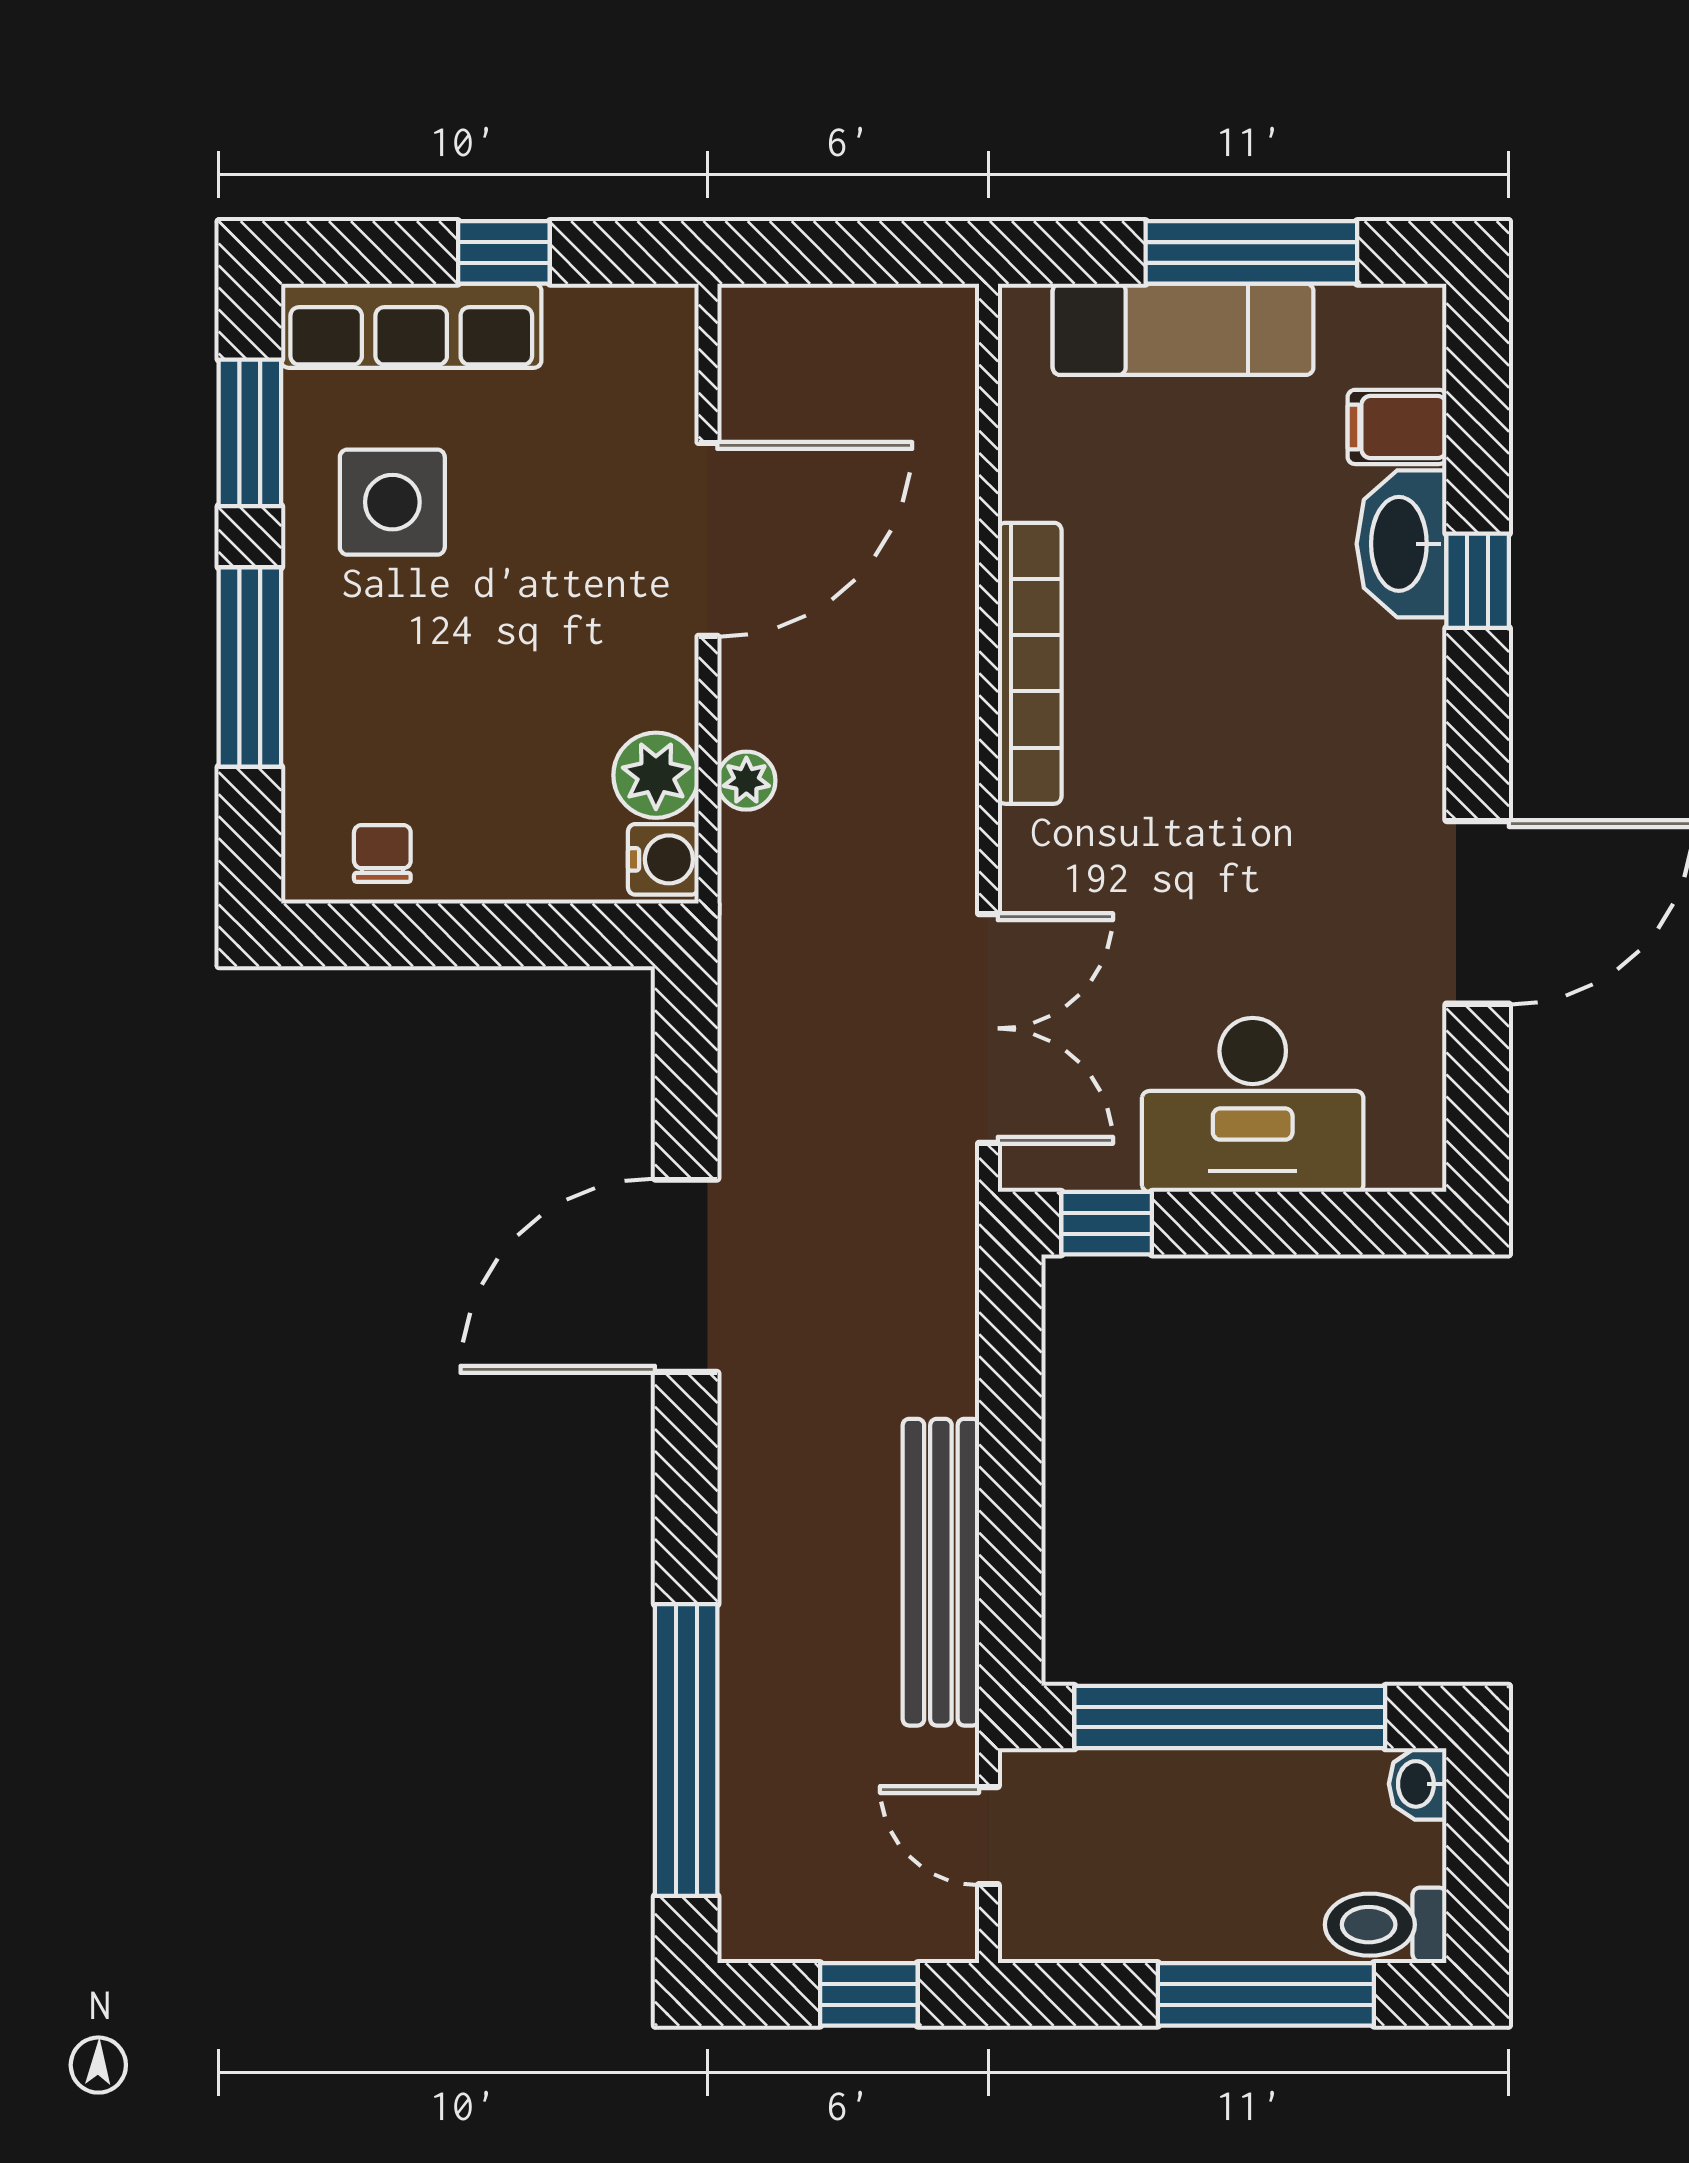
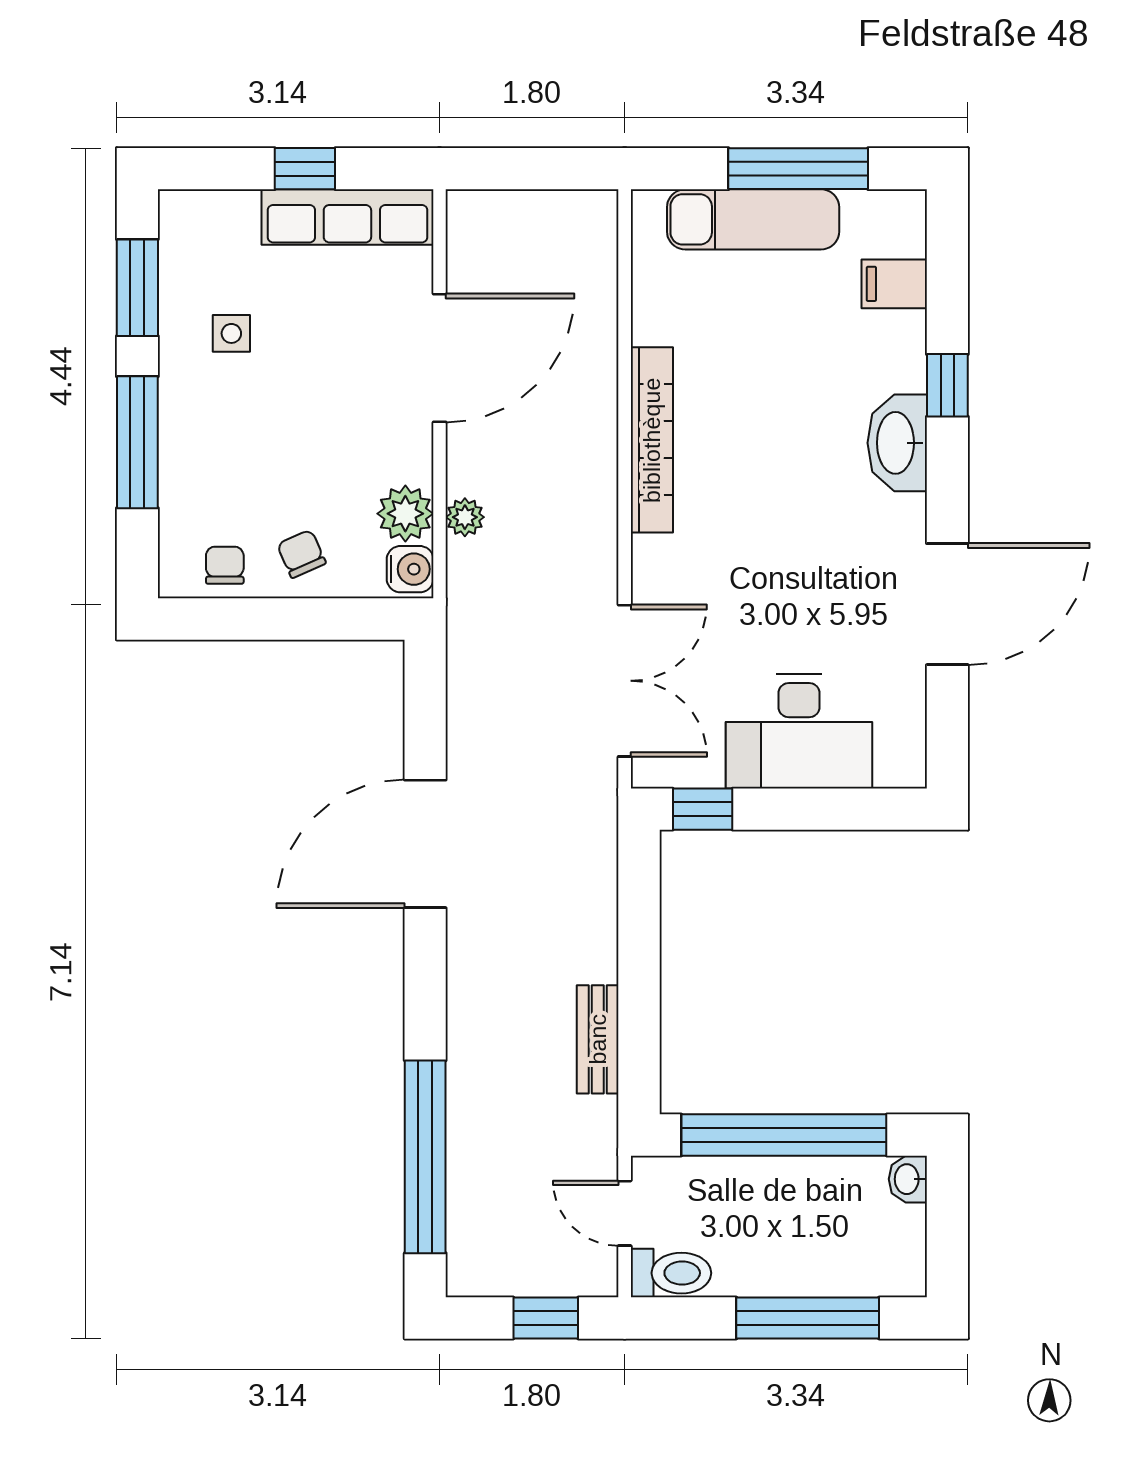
row of seats: (411, 326) -> (347, 217), moved
side table: (392, 502) -> (231, 333), width x0.54, depth x0.54
washbasin: (1402, 544) -> (897, 443), moved
chair: (498, 836) -> (301, 554), added
bench: (941, 1572) -> (598, 1039), width x0.54, depth x0.82
toilet: (1386, 1925) -> (671, 1273), moved, turned 180

